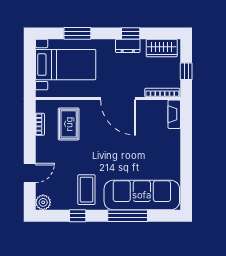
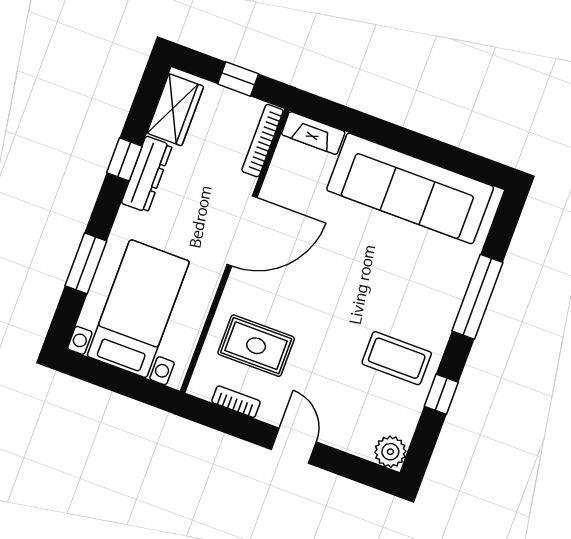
dresser: (128, 46) -> (147, 174), width x1.44
door: (30, 173) -> (294, 446), moved
sofa: (142, 195) -> (410, 188), moved, turned -90

